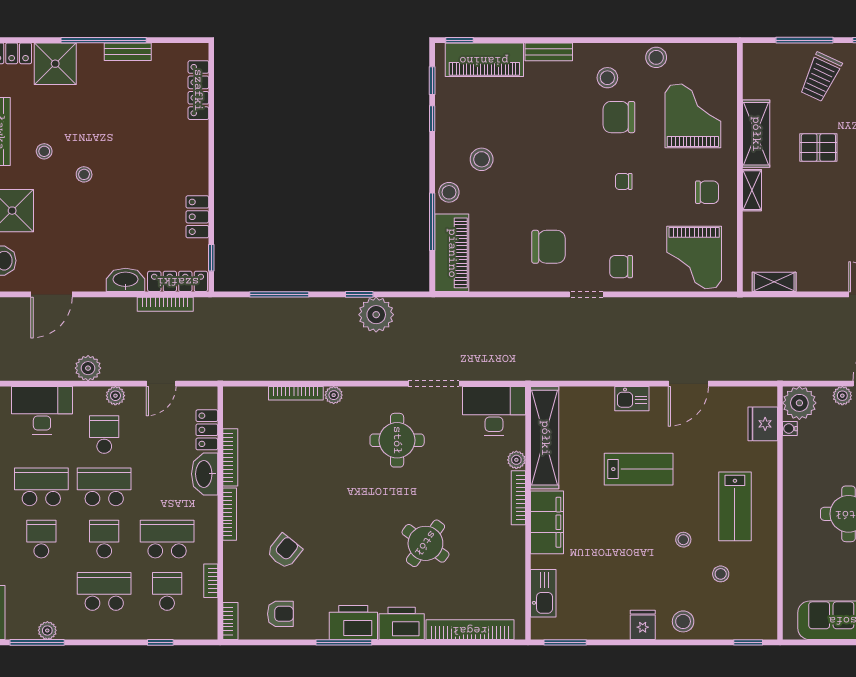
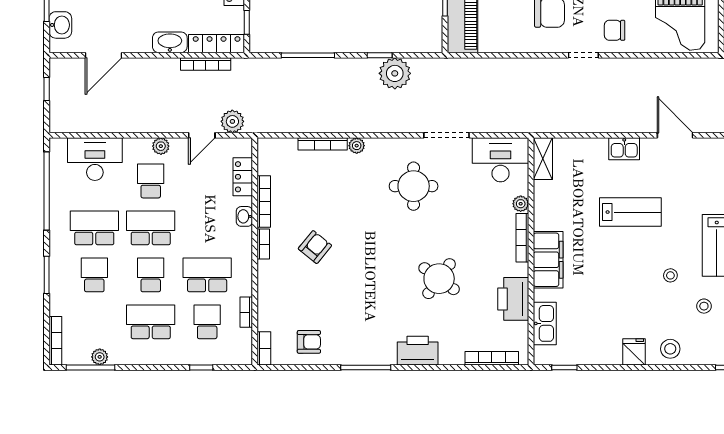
plant: (88, 368) -> (232, 121), moved
door: (688, 384) -> (675, 135), swing flipped
shelving: (545, 438) -> (543, 159), width x0.45, depth x0.75
washbasin: (205, 474) -> (244, 216), width x0.52, depth x0.69
bookcase: (230, 514) -> (263, 244), width x0.64
armchair: (284, 551) -> (315, 247), moved
printer: (353, 622) -> (513, 299), moved, turned -90
bookcase: (470, 630) -> (492, 358), width x0.68, depth x0.76
window: (565, 642) -> (564, 368), width x0.67

